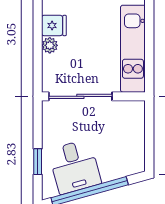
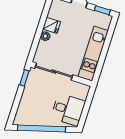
window: (38, 162) -> (24, 78), moved
desk: (75, 167) -> (68, 110), moved, turned -74

